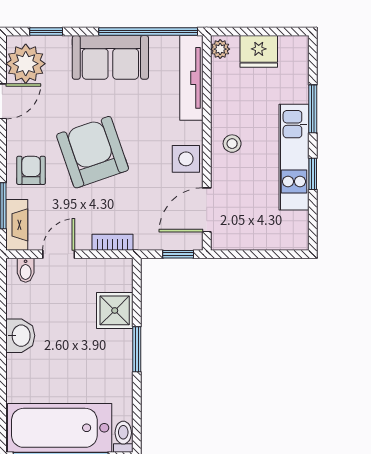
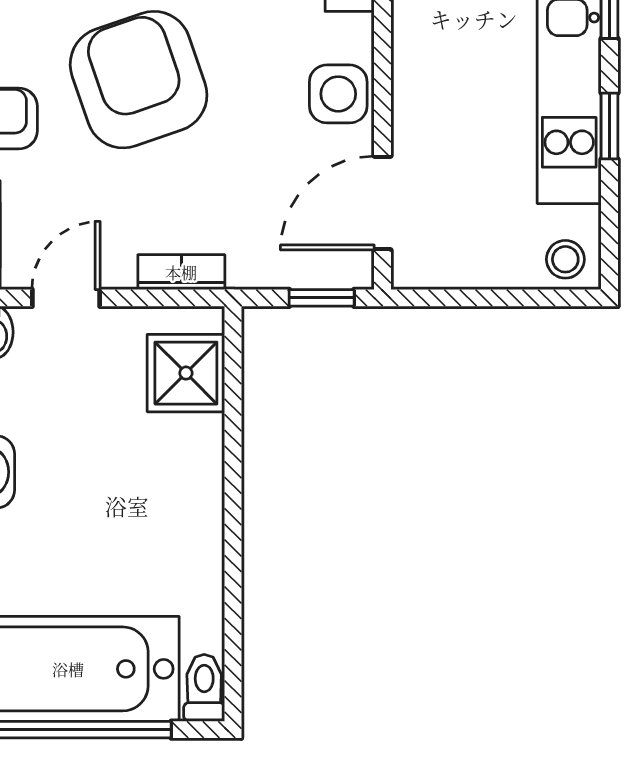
stool: (232, 144) -> (565, 259), moved
shower: (115, 310) -> (186, 373), moved
window: (137, 349) -> (233, 501), removed

